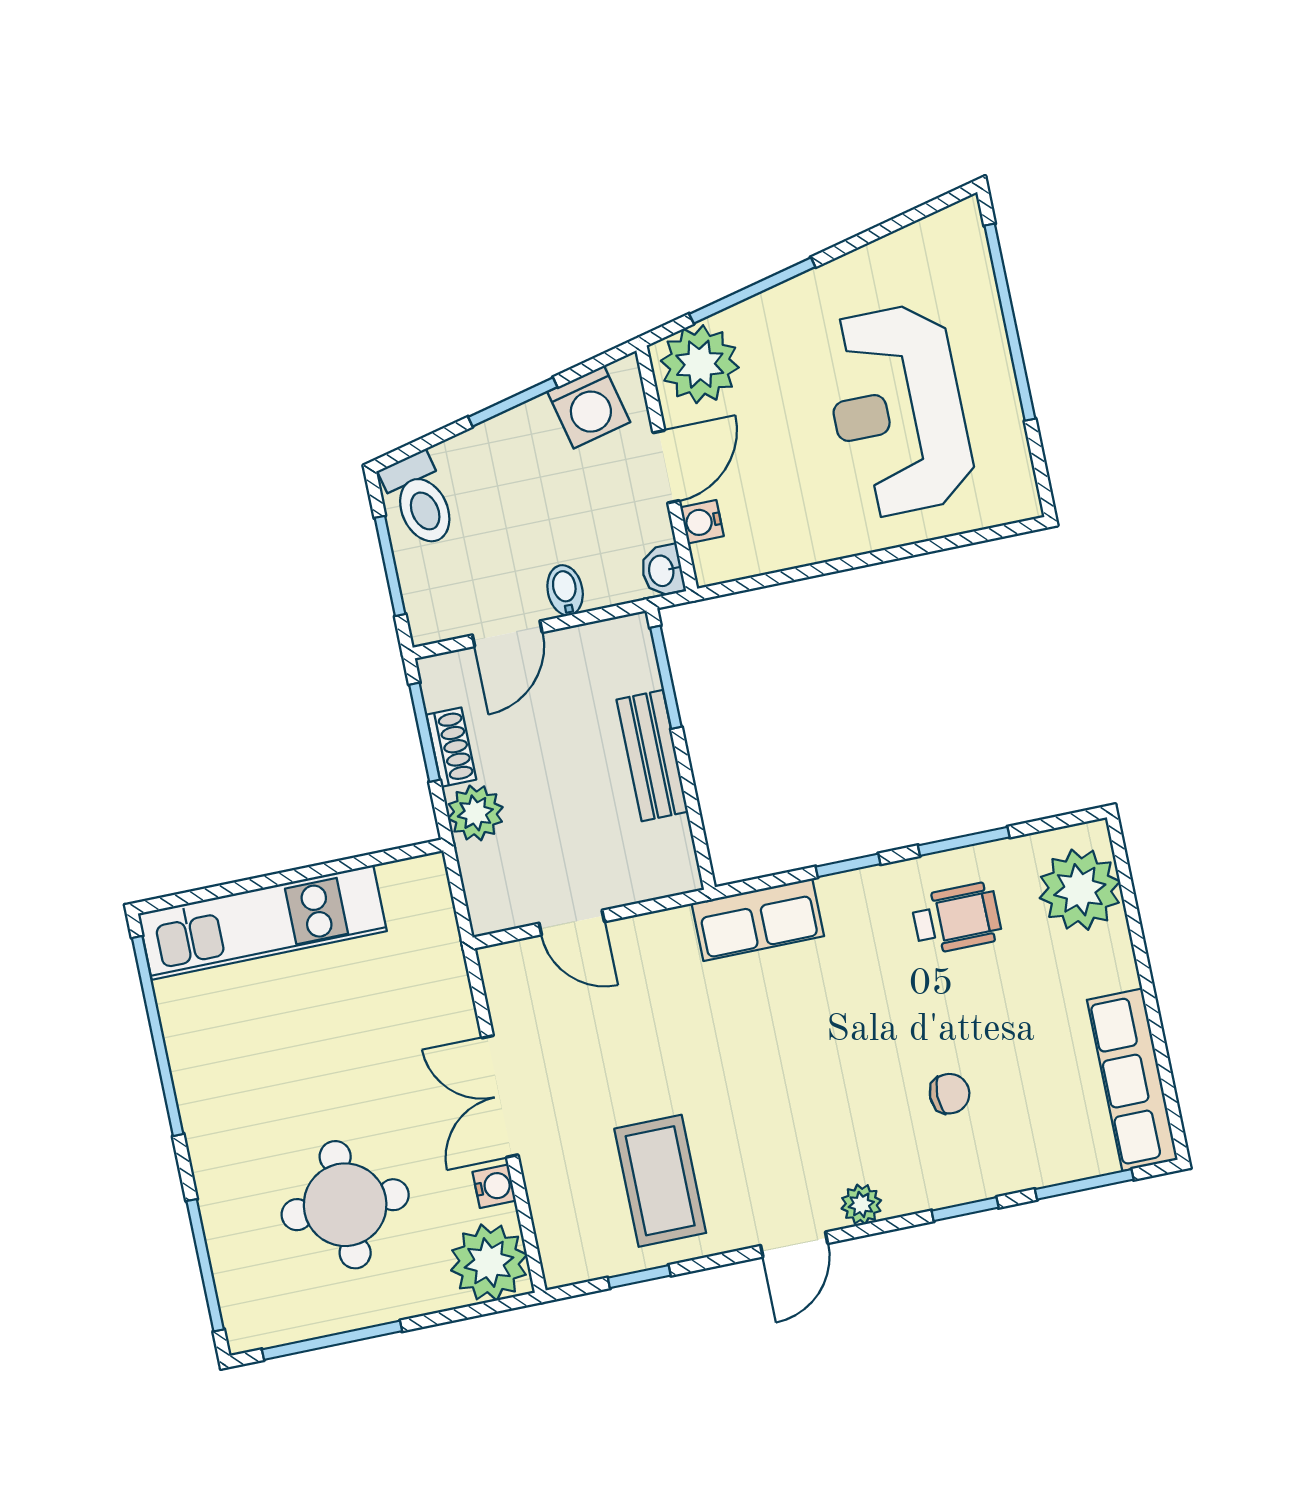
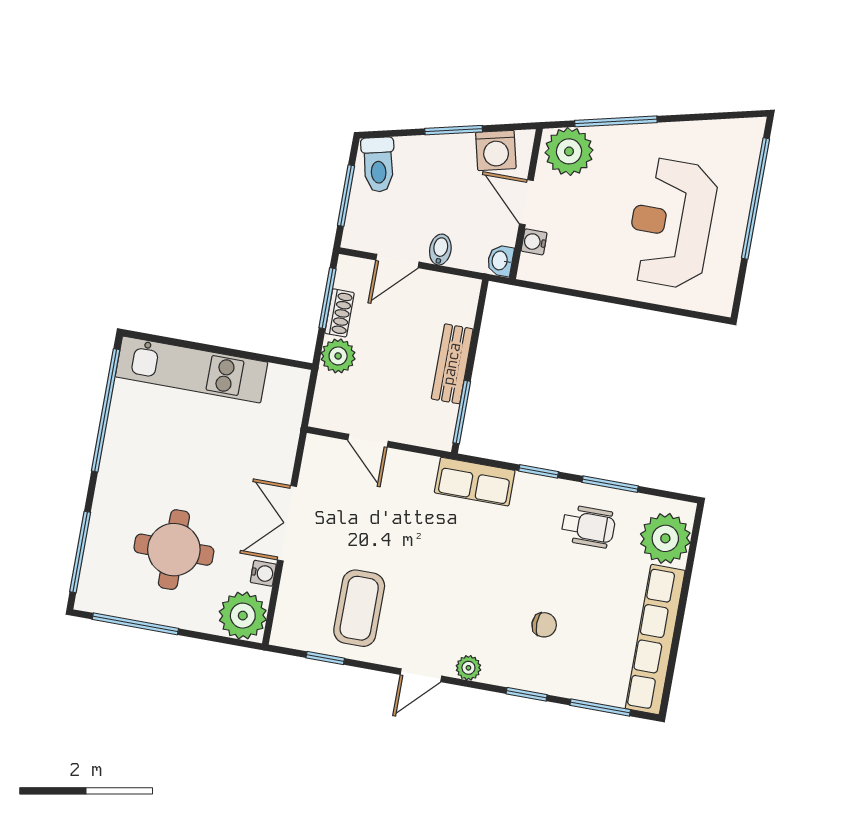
door: (666, 467) -> (526, 202), swing flipped
window: (666, 677) -> (462, 412), moved
row of seats: (1132, 1080) -> (655, 639), width x1.36

